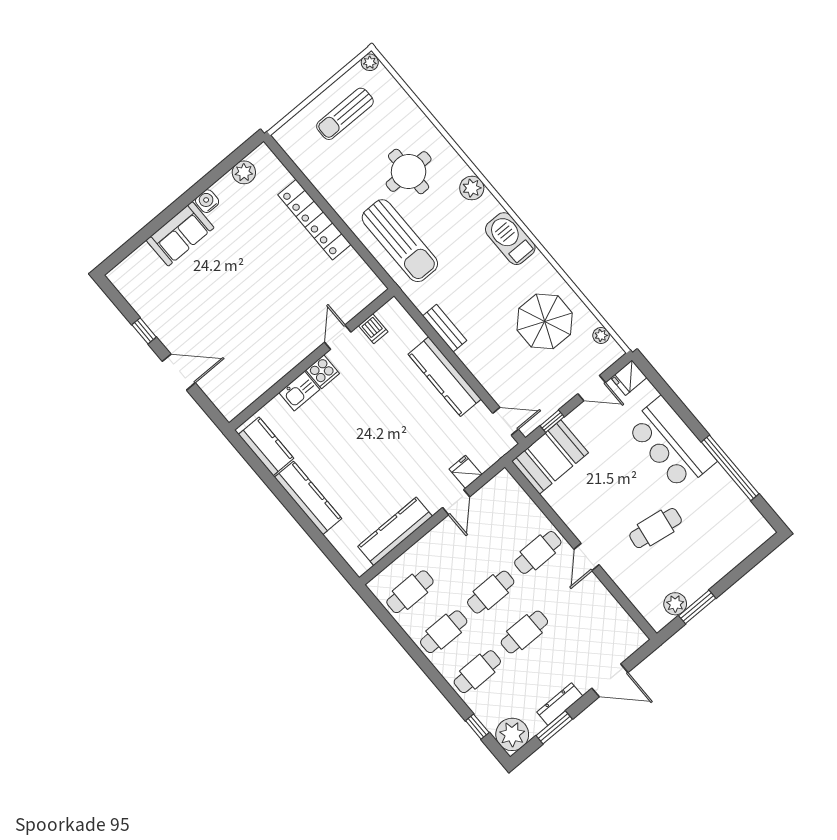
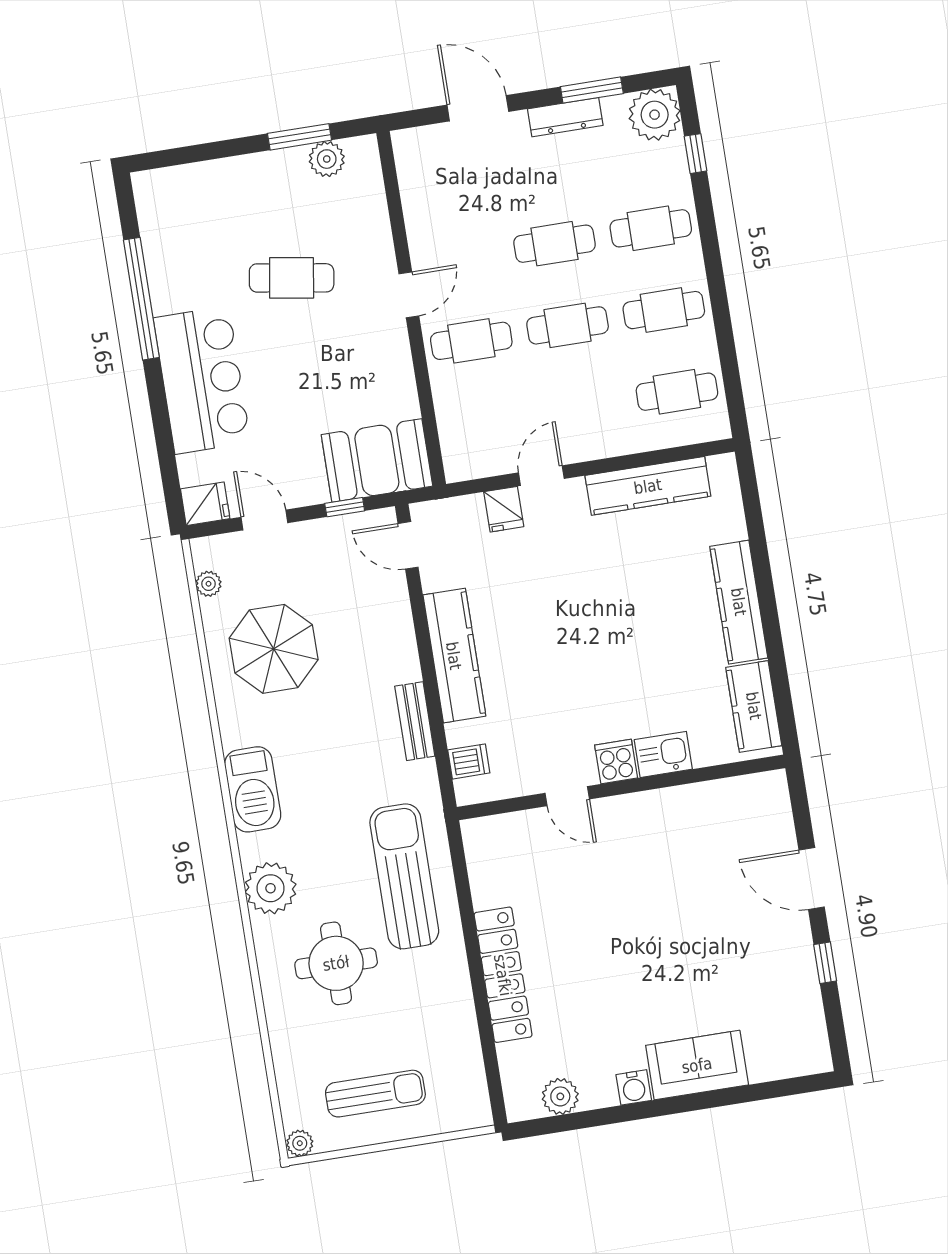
plant: (472, 188) -> (271, 888), width x1.36, depth x1.36
dishwasher: (373, 329) -> (469, 761), moved, turned 90
door: (338, 337) -> (567, 796), hinge flipped

